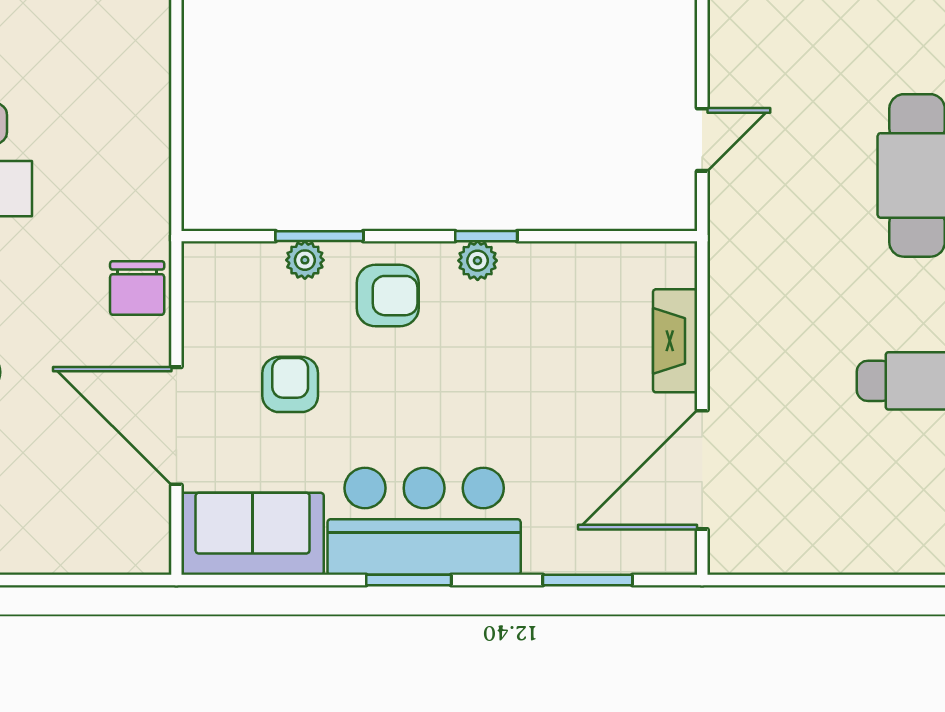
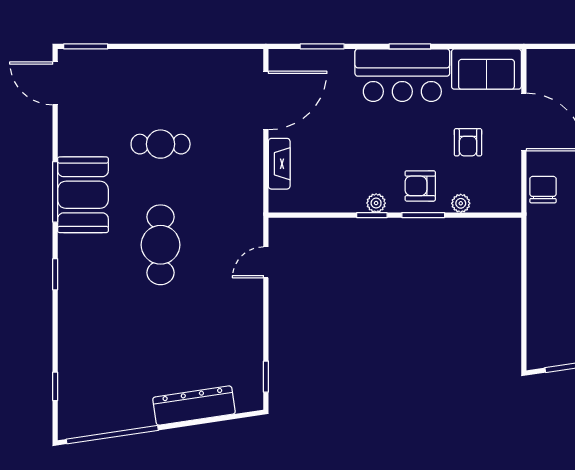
window: (319, 236) -> (423, 215), moved

